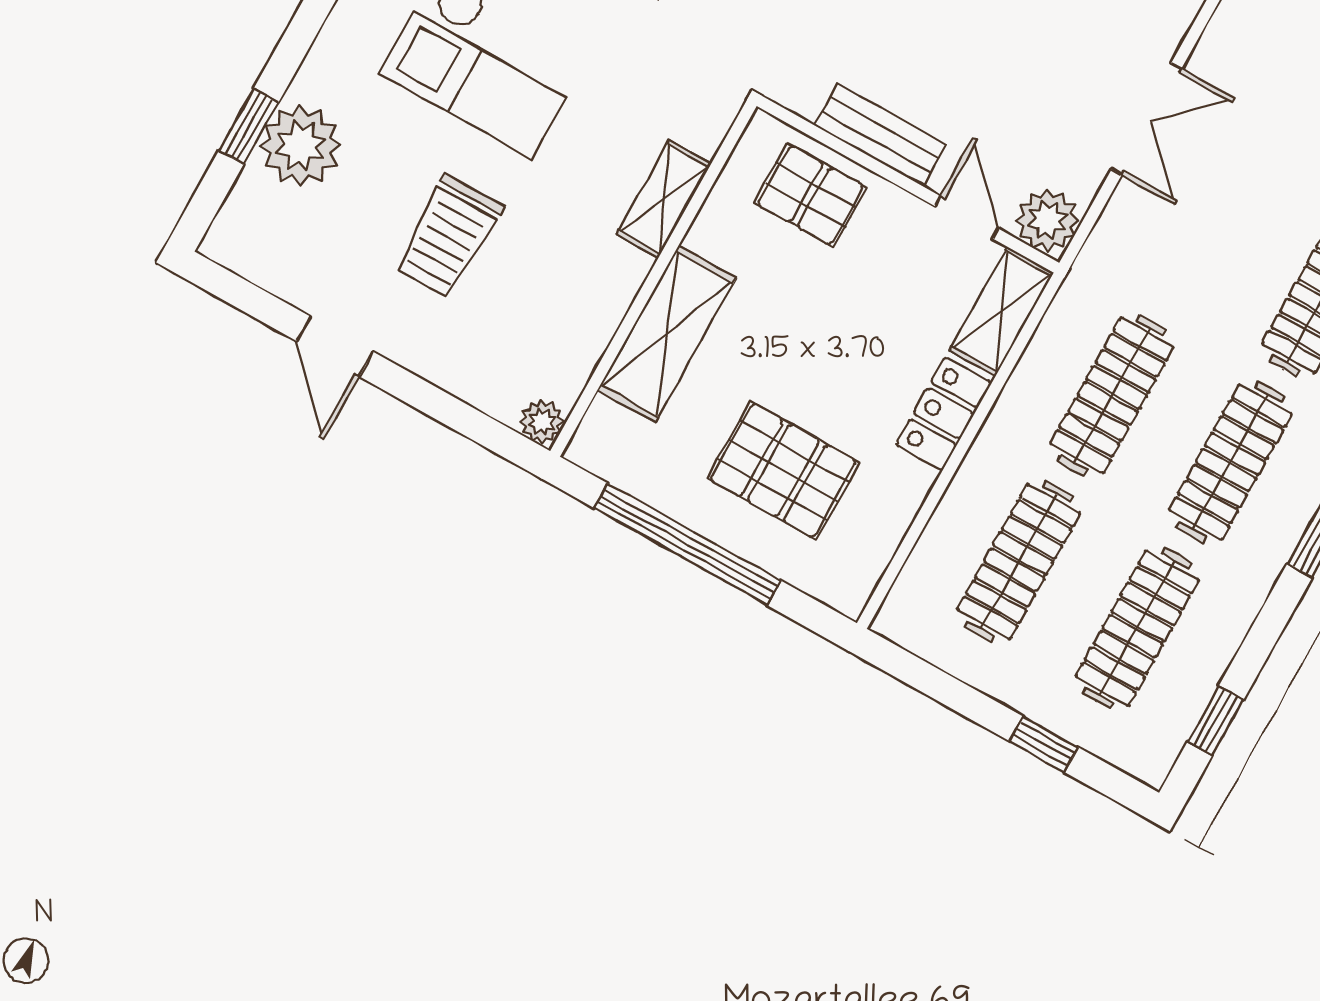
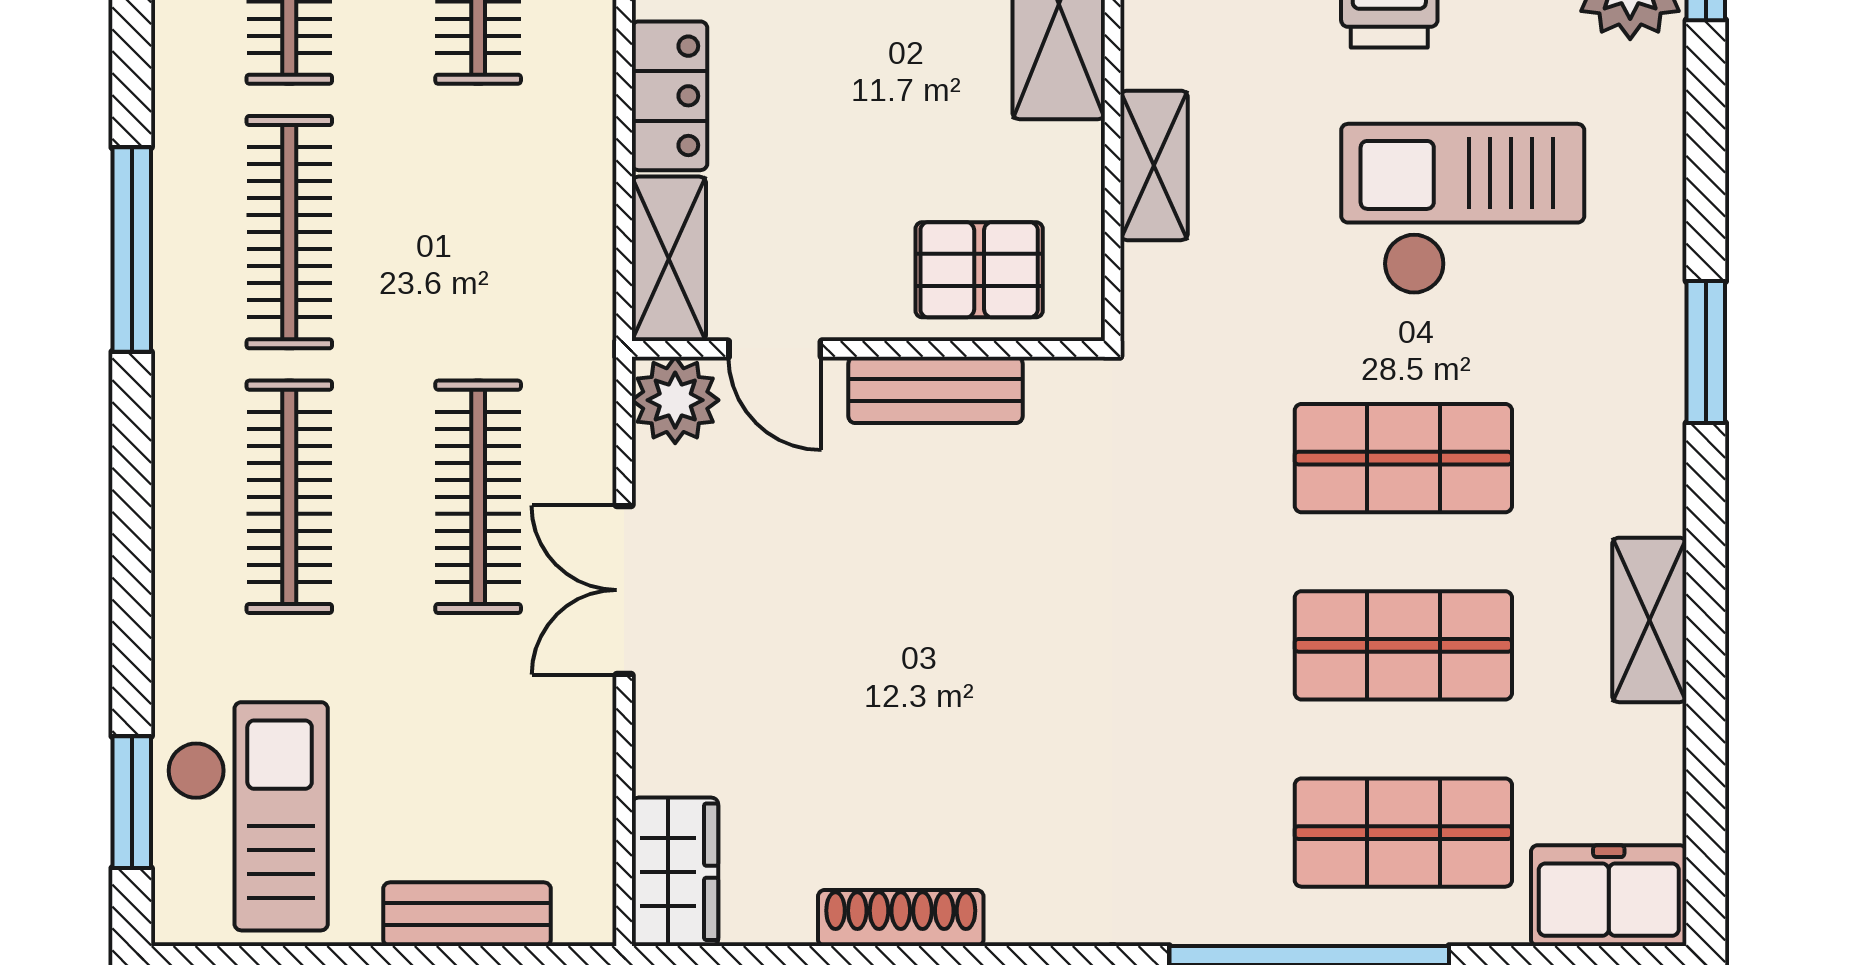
clothes rail: (1112, 395) -> (478, 497), moved

